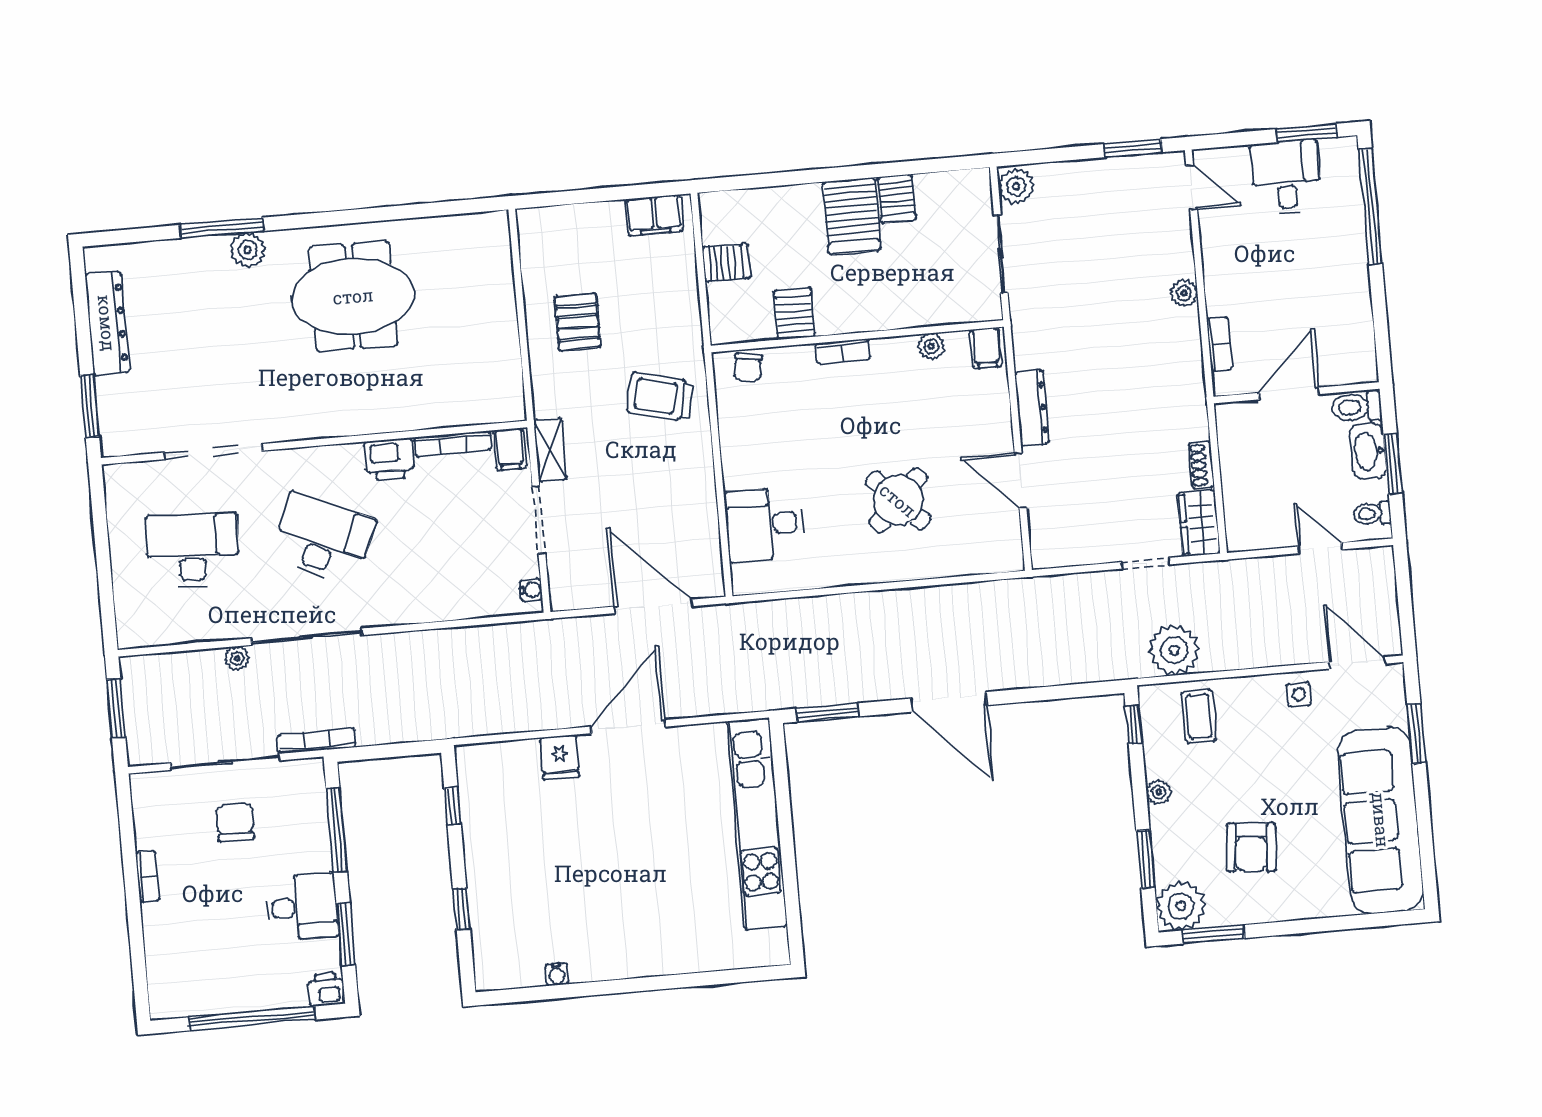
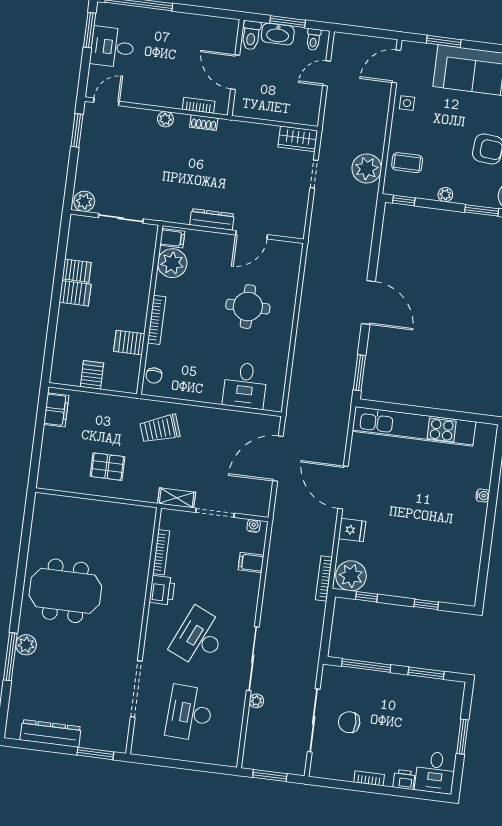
server rack: (852, 216) -> (75, 293), width x0.73, depth x0.70
meeting table: (353, 296) -> (65, 591), turned 90
plant: (931, 346) -> (172, 263), width x1.87, depth x1.87
bookcase: (843, 351) -> (157, 320), width x1.56
chair: (748, 367) -> (154, 375), turned 84
trolley: (660, 397) -> (160, 429), turned 57
filing cabinet: (510, 449) -> (251, 563), moved, turned 180
shoe rack: (1201, 465) -> (204, 123), moved
round table: (898, 500) -> (248, 307), turned 45
door: (949, 702) -> (368, 303), hinge flipped
bookcase: (317, 741) -> (324, 579), moved
plant: (482, 772) -> (351, 576), added
desk: (302, 907) -> (435, 772), moved, turned 180
water cooler: (557, 974) -> (483, 496), moved
printer: (326, 990) -> (404, 779), moved, turned 90
window: (252, 1018) -> (462, 737), width x0.47

